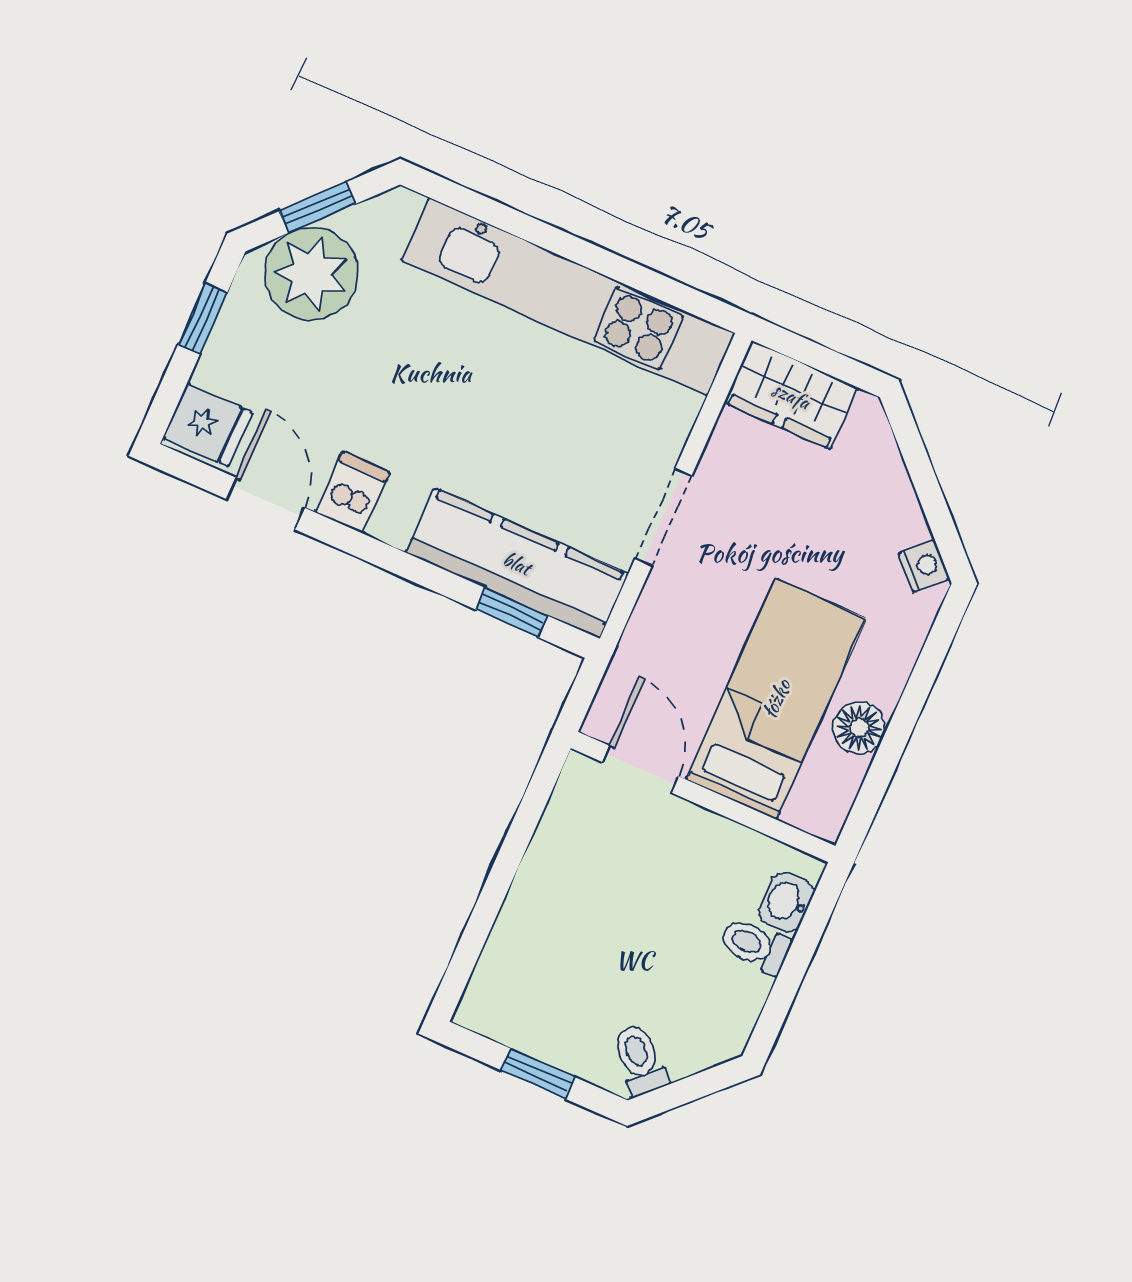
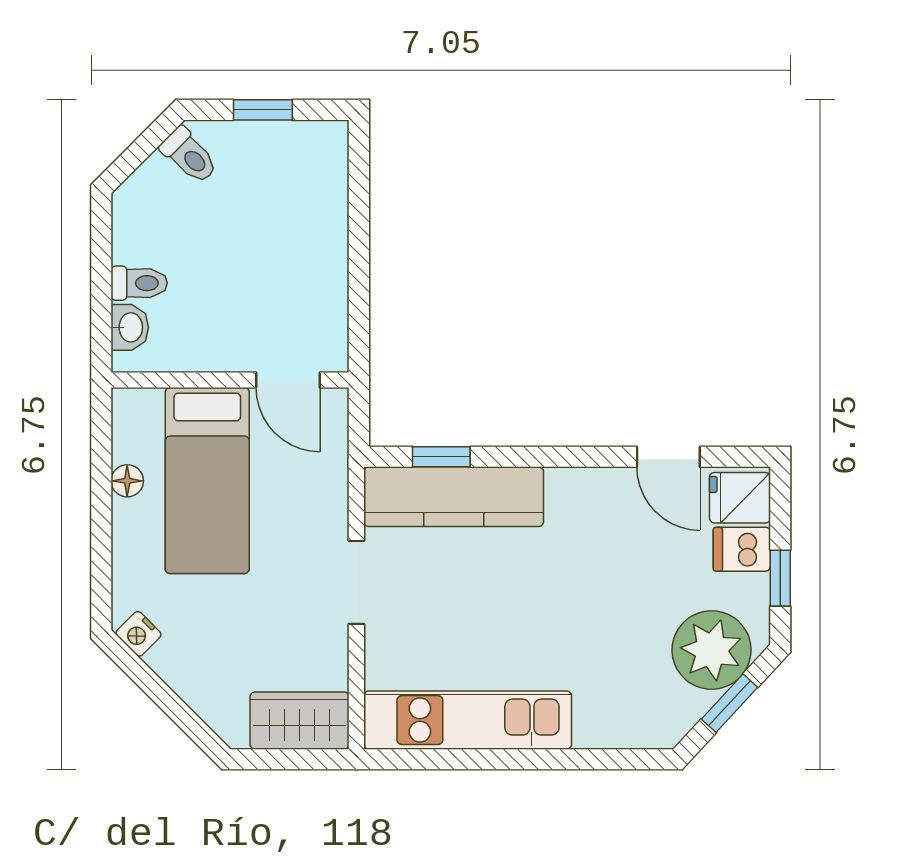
kitchen unit: (568, 297) -> (468, 720), width x0.73
dishwasher: (353, 492) -> (742, 549), moved, turned 90
floor lamp: (859, 728) -> (127, 481), width x0.73, depth x0.73

